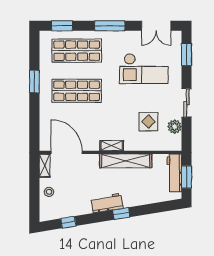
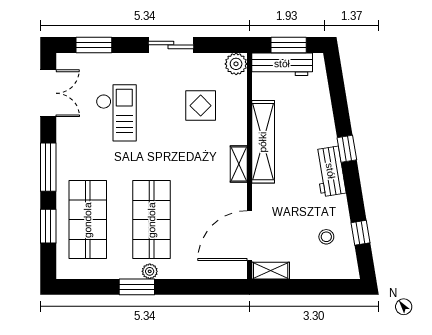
window: (62, 26) -> (48, 226), moved
checkout: (144, 69) -> (116, 113), width x0.73, depth x0.83
plant: (44, 90) -> (150, 271), added
plant: (175, 127) -> (236, 64), moved
stool: (49, 192) -> (326, 237), moved

